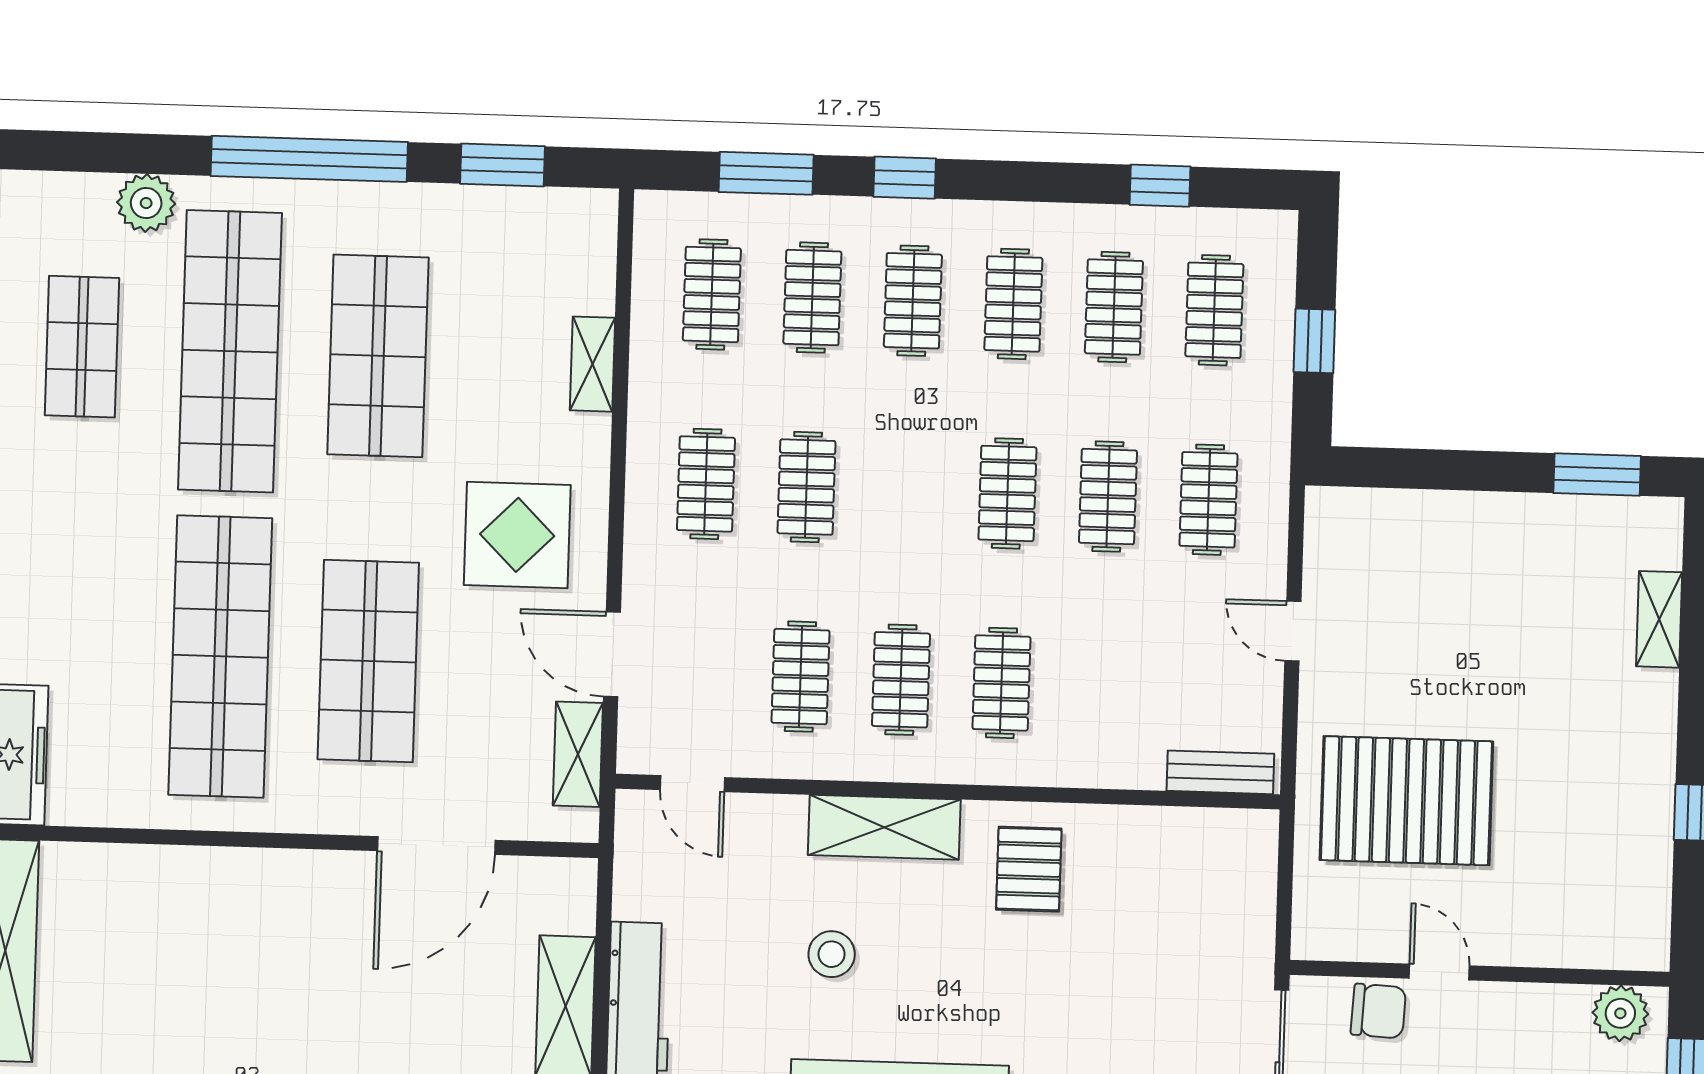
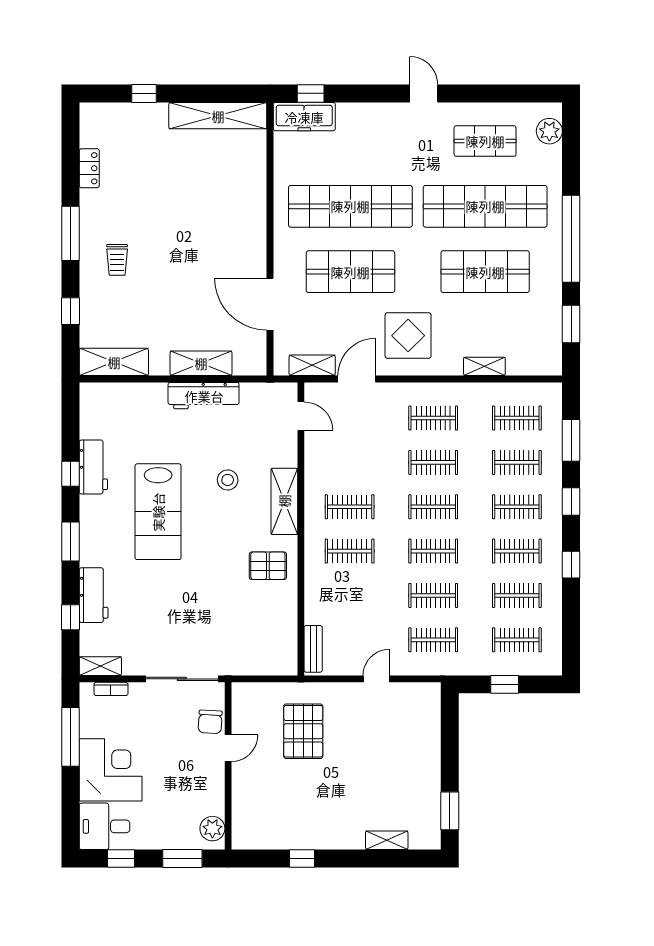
window: (1160, 186) -> (571, 565), moved
plant: (146, 203) -> (549, 131), moved
clothes rail: (800, 677) -> (433, 507), moved
door: (692, 784) -> (301, 416), swing flipped
pallet: (1406, 801) -> (303, 731), width x0.73, depth x0.71

